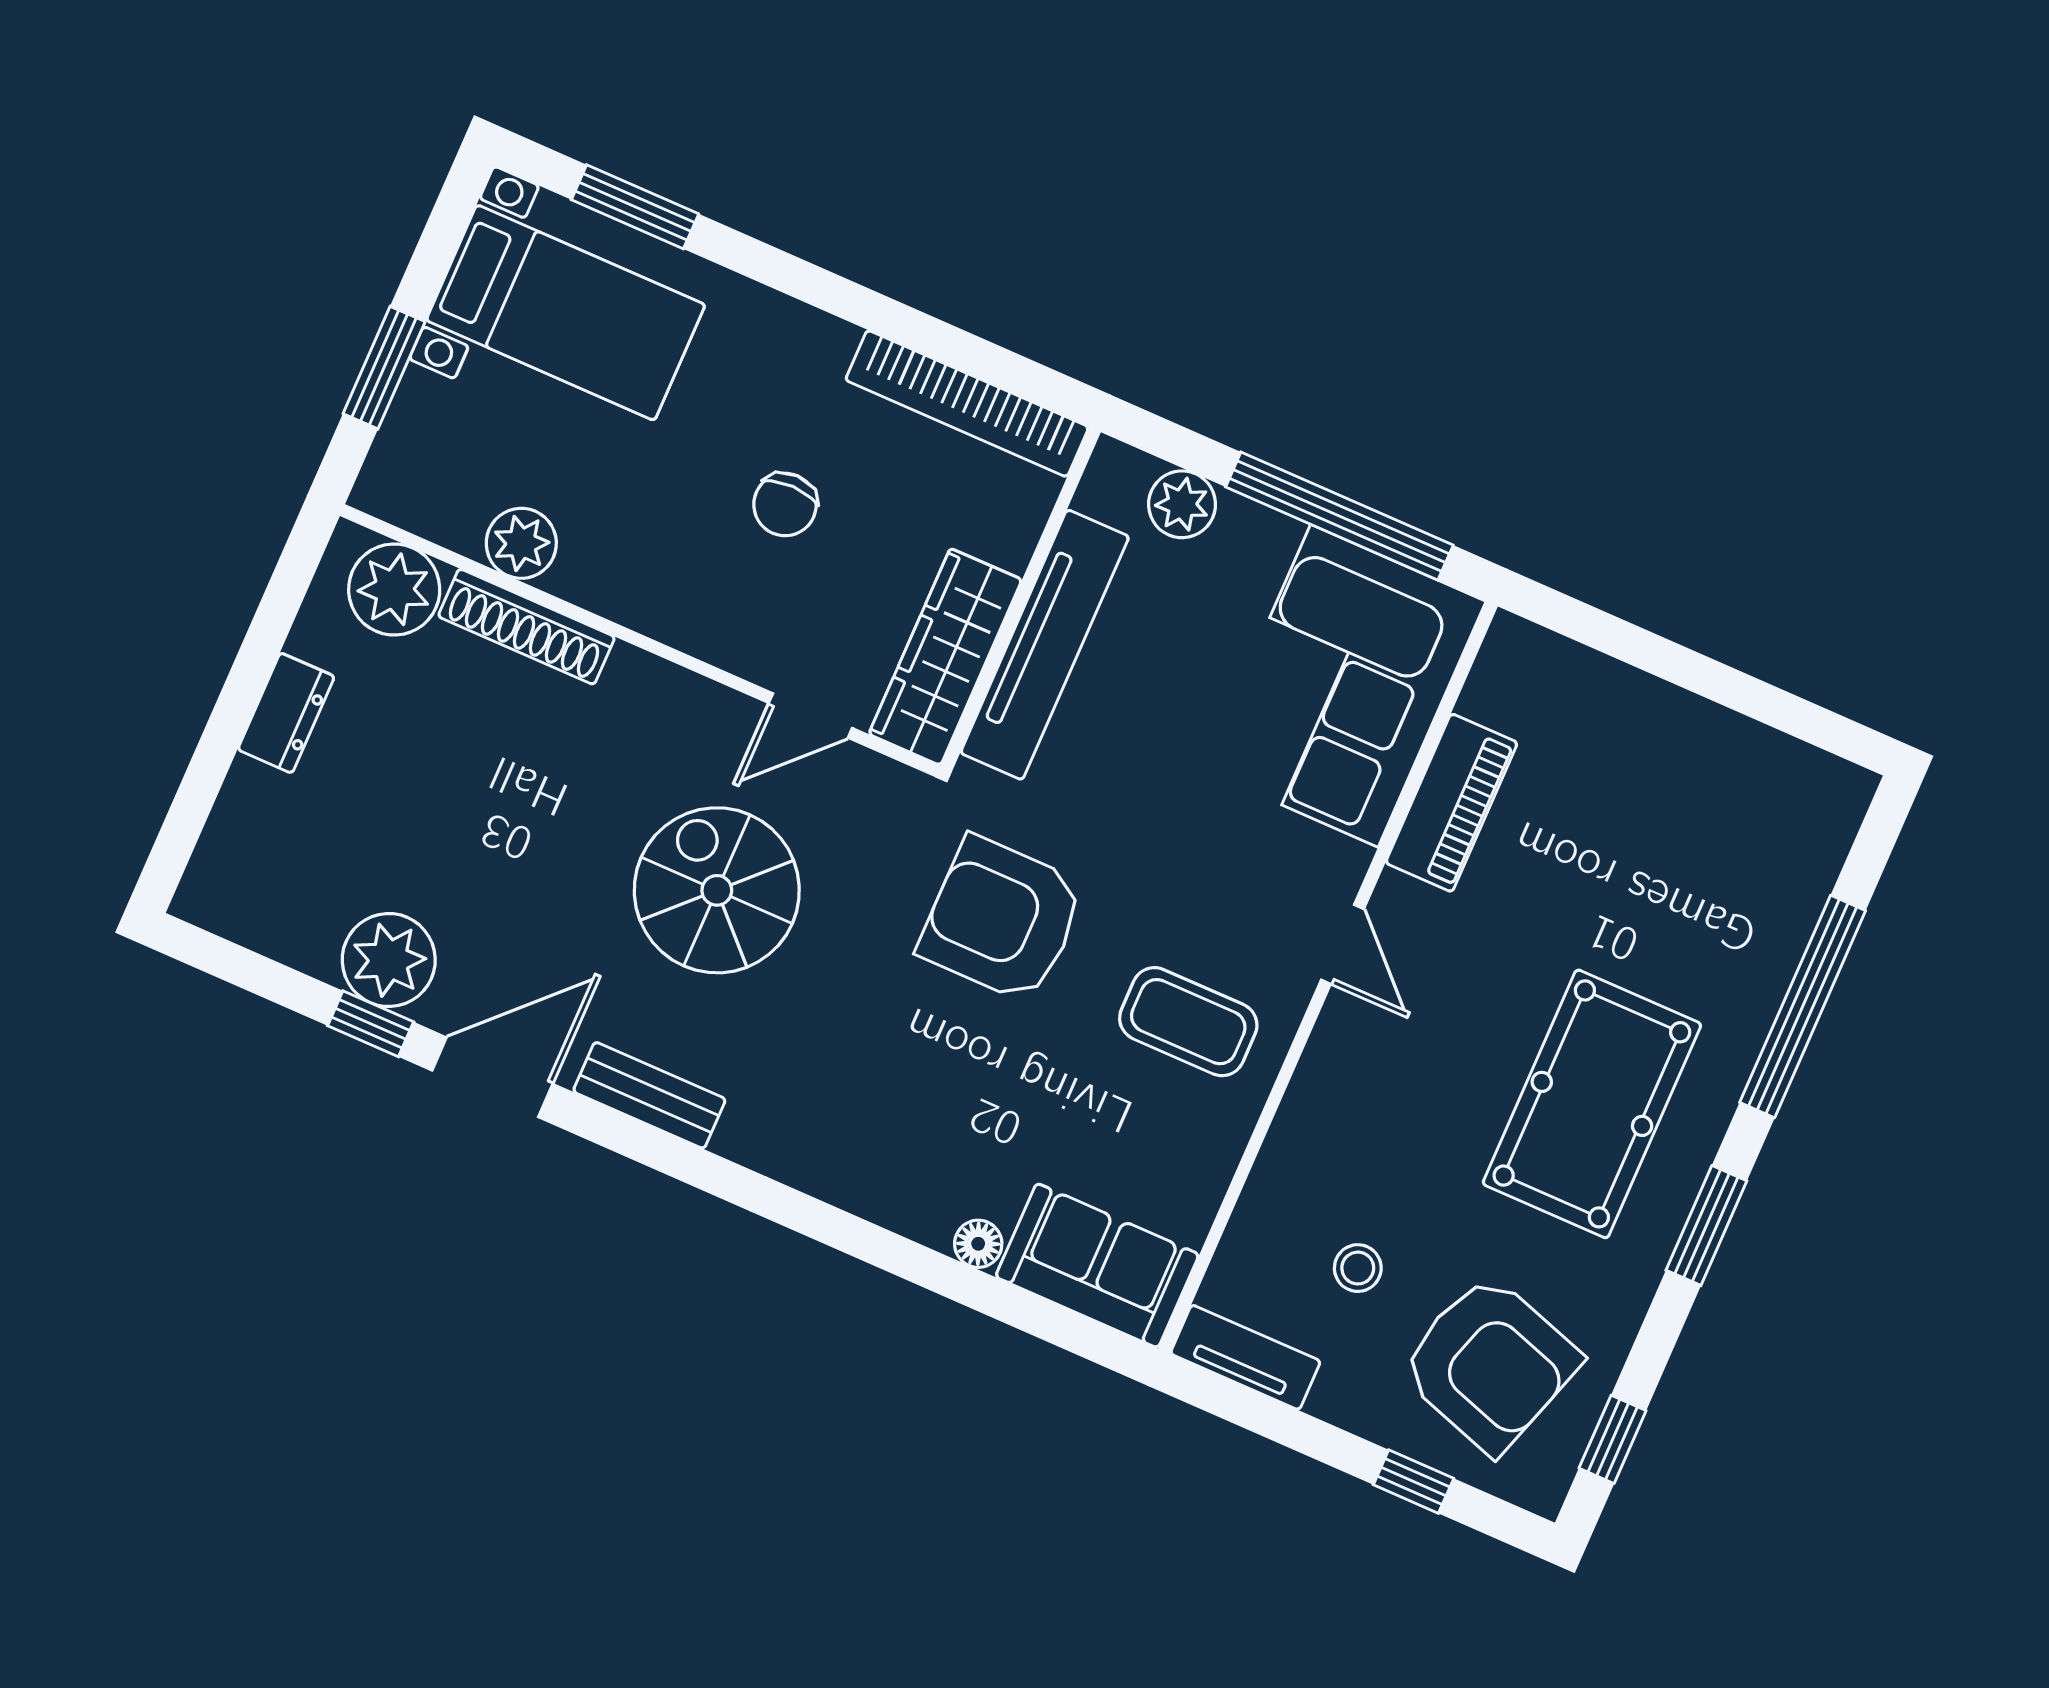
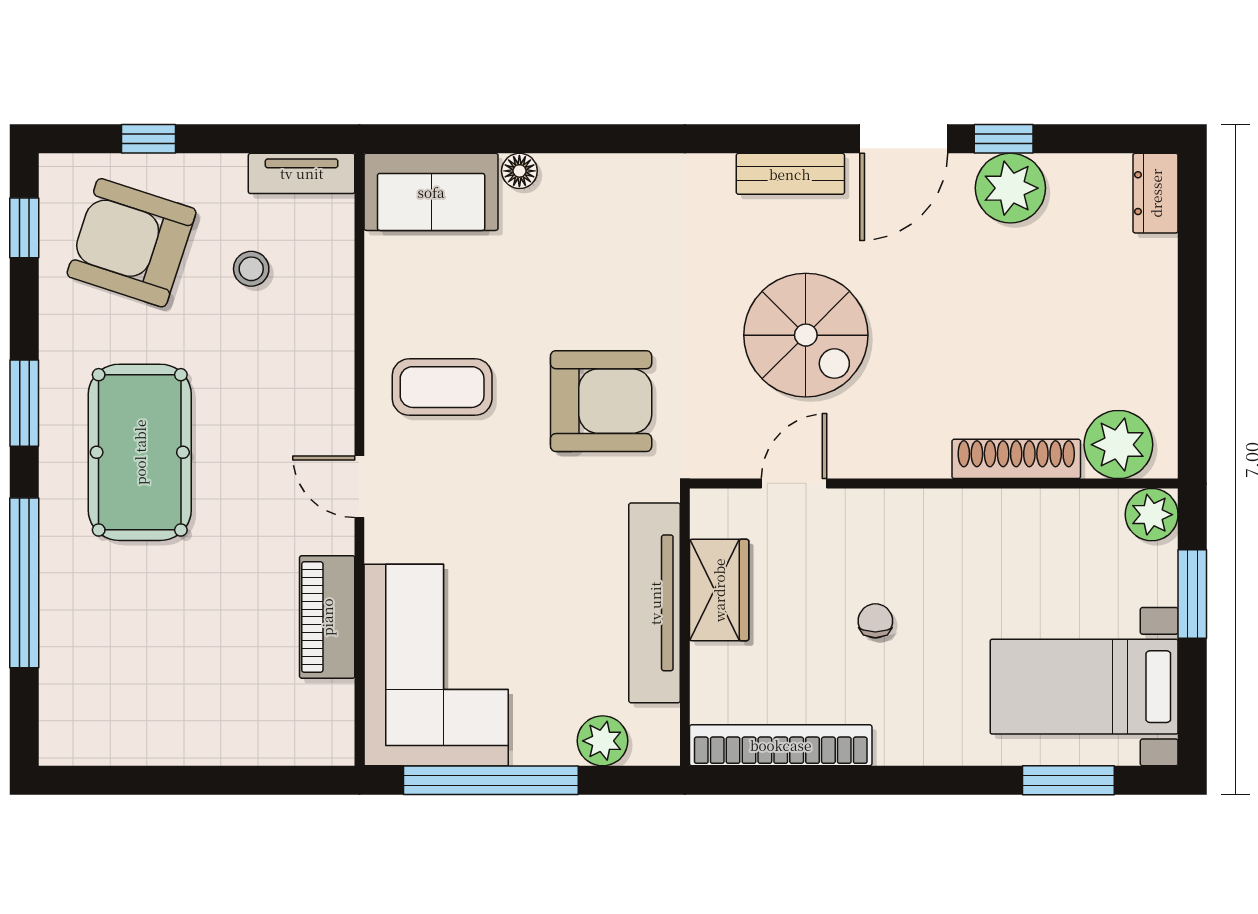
chair: (785, 505) -> (875, 621), width x0.73, depth x0.73
plant: (521, 543) -> (1152, 515), moved
wardrobe: (945, 657) -> (719, 590), width x0.67
dresser: (286, 713) -> (1156, 193), moved

